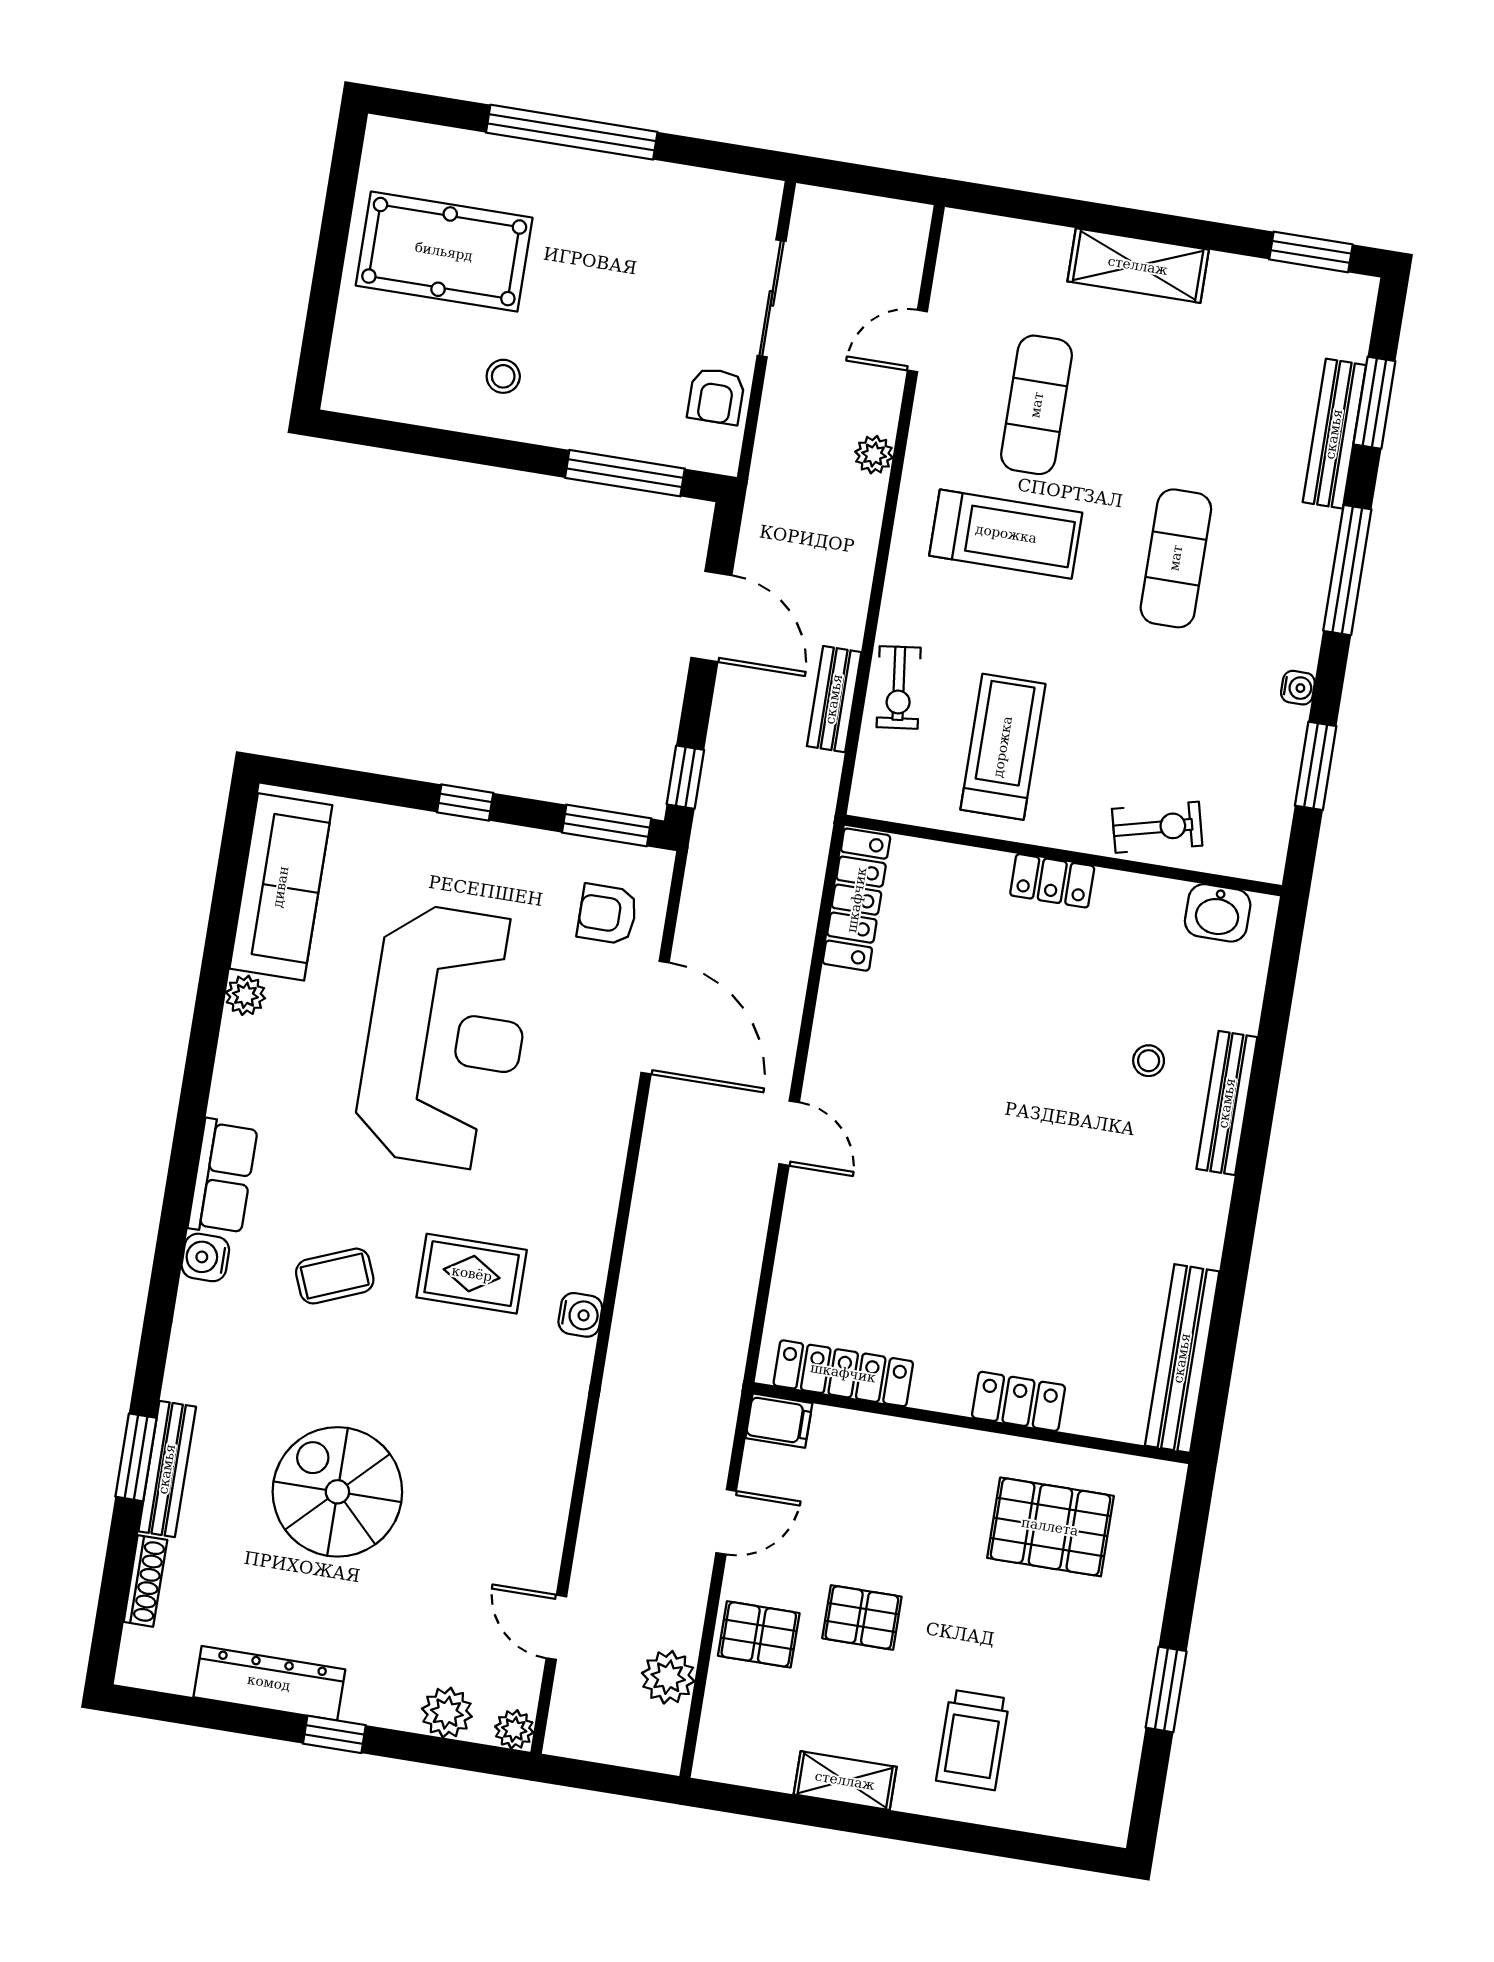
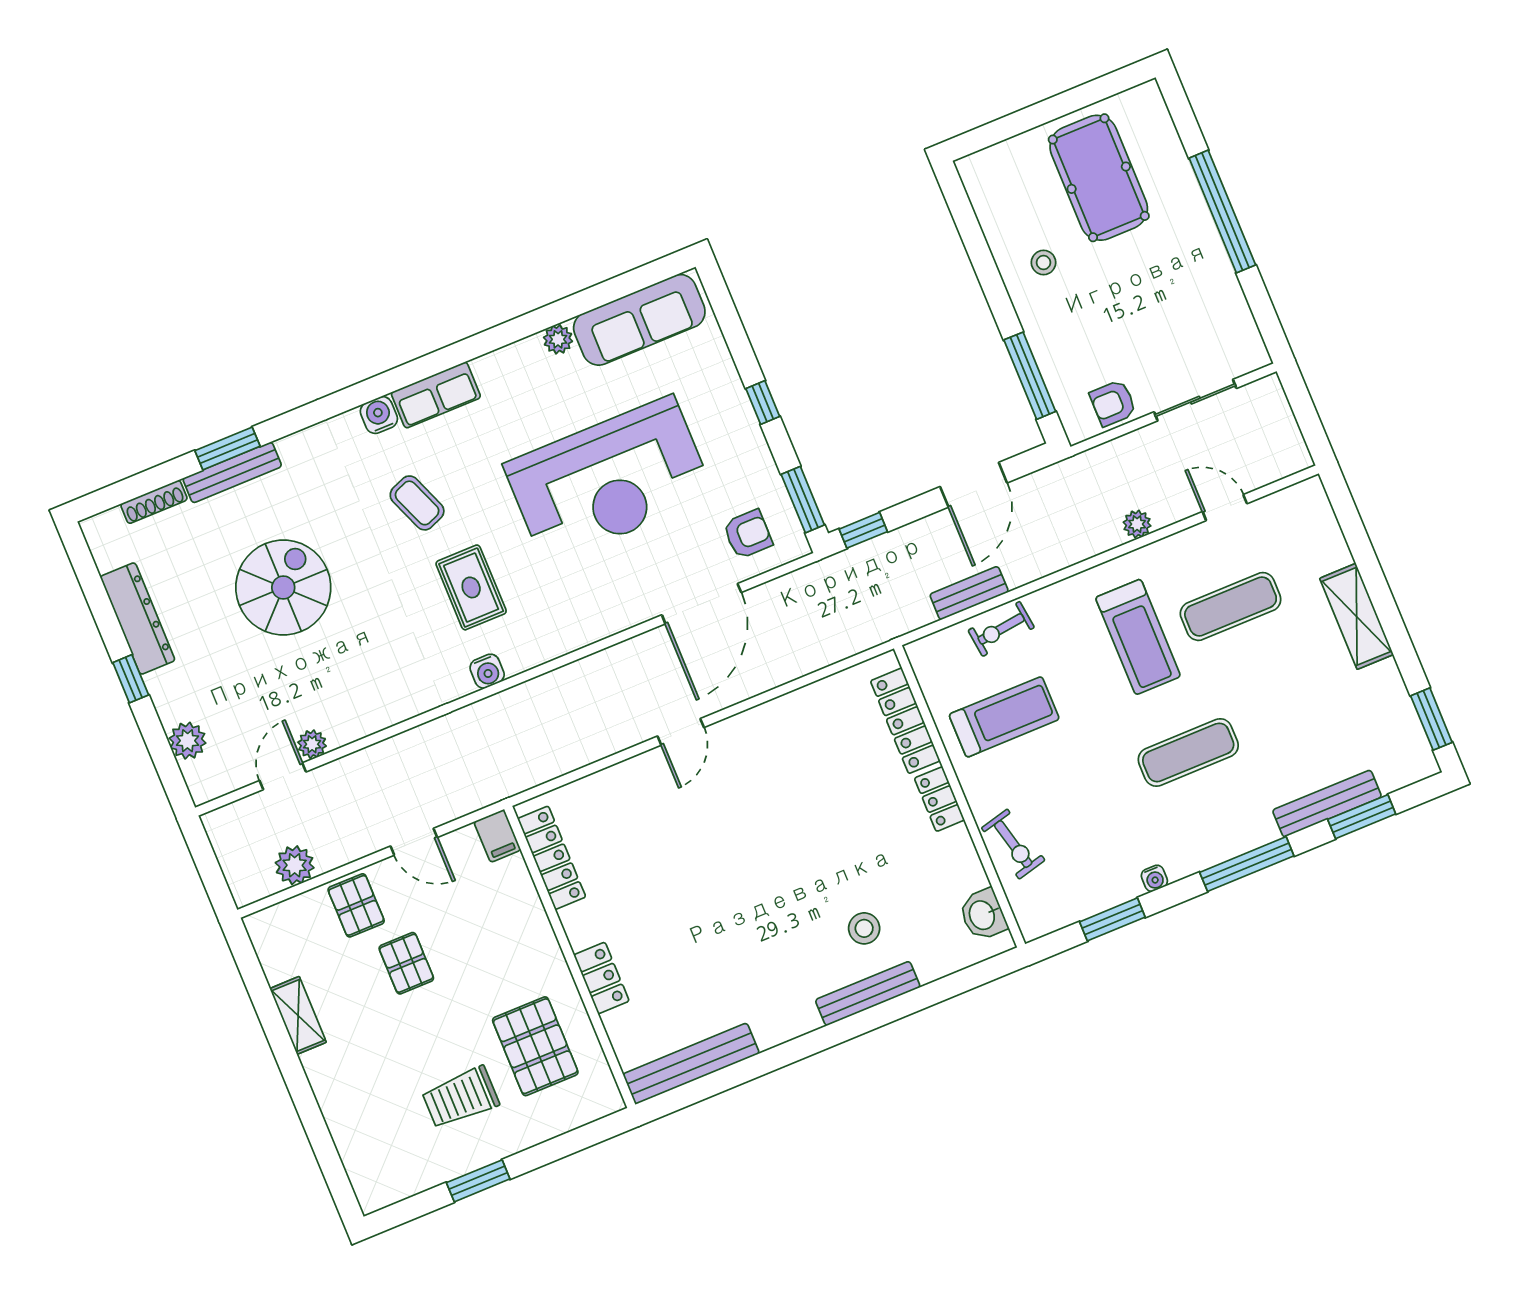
locker: (857, 900) -> (905, 721), moved, turned 90
armchair: (607, 914) -> (748, 534), turned 90
stool: (1149, 1061) -> (864, 928), width x1.37, depth x1.37
plant: (514, 1729) -> (312, 744), moved
trolley: (973, 1740) -> (461, 1098), moved

